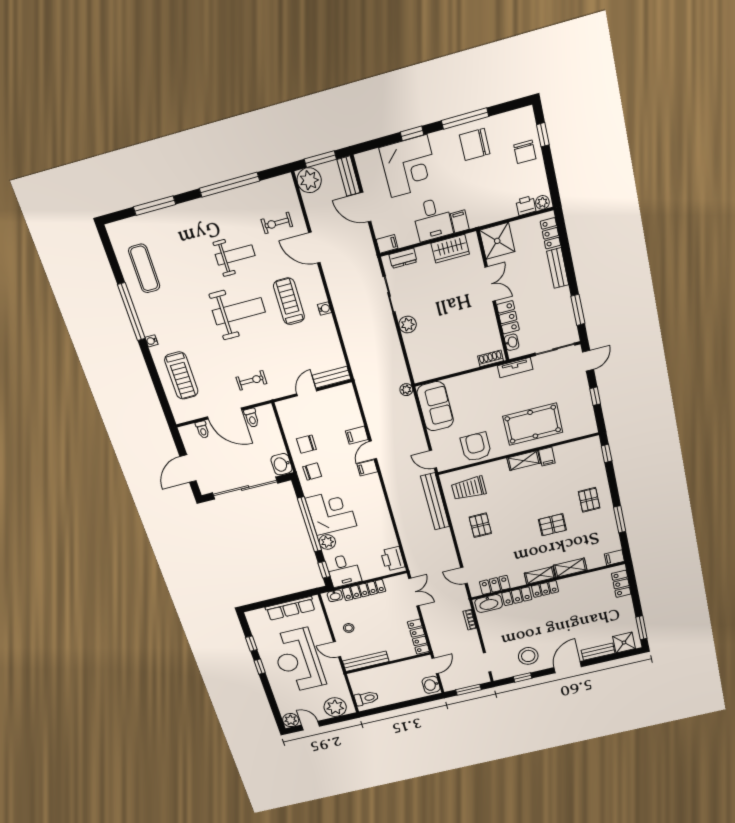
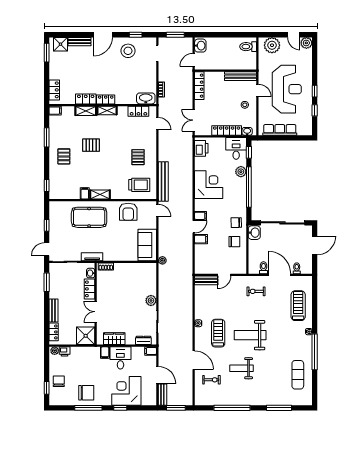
plant: (309, 180) -> (186, 398), removed
treadmill: (289, 301) -> (218, 333), turned 180
corner desk: (331, 512) -> (209, 185), moved, turned 180
locker: (517, 596) -> (86, 99), moved

